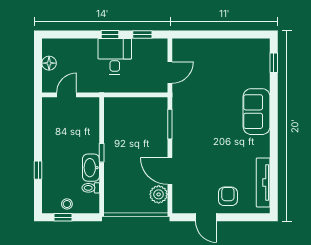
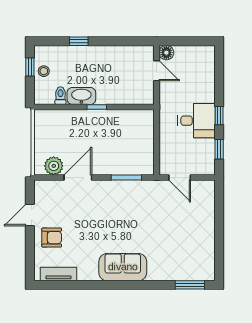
floor lamp: (49, 63) -> (166, 53), moved
window: (274, 63) -> (190, 285), width x1.50
sofa: (257, 112) -> (123, 267), moved
tv unit: (263, 182) -> (59, 274), width x0.71

